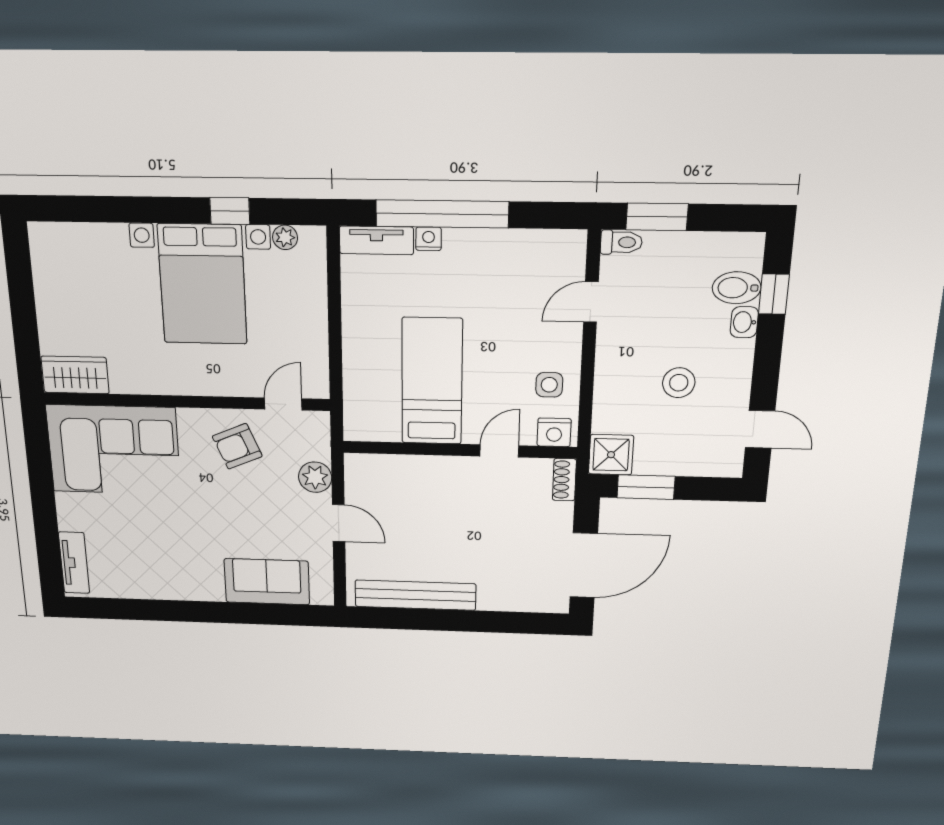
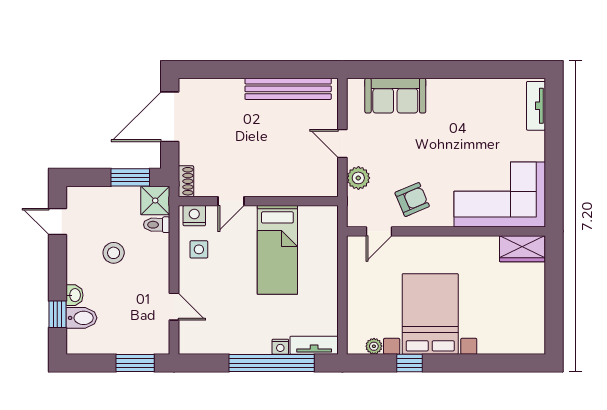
toilet: (621, 242) -> (157, 225), moved
door: (591, 302) -> (174, 307), hinge flipped

